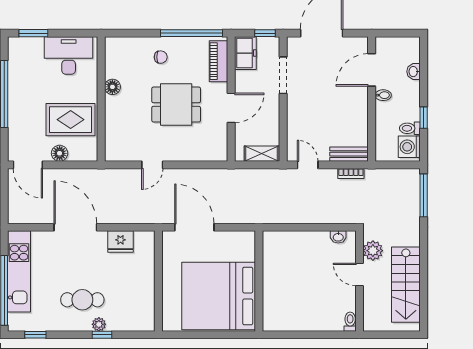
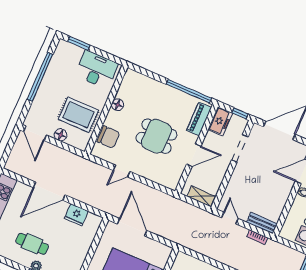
chair: (161, 57) -> (108, 137), moved, width x1.87, depth x1.87
door: (75, 227) -> (49, 191), swing flipped

